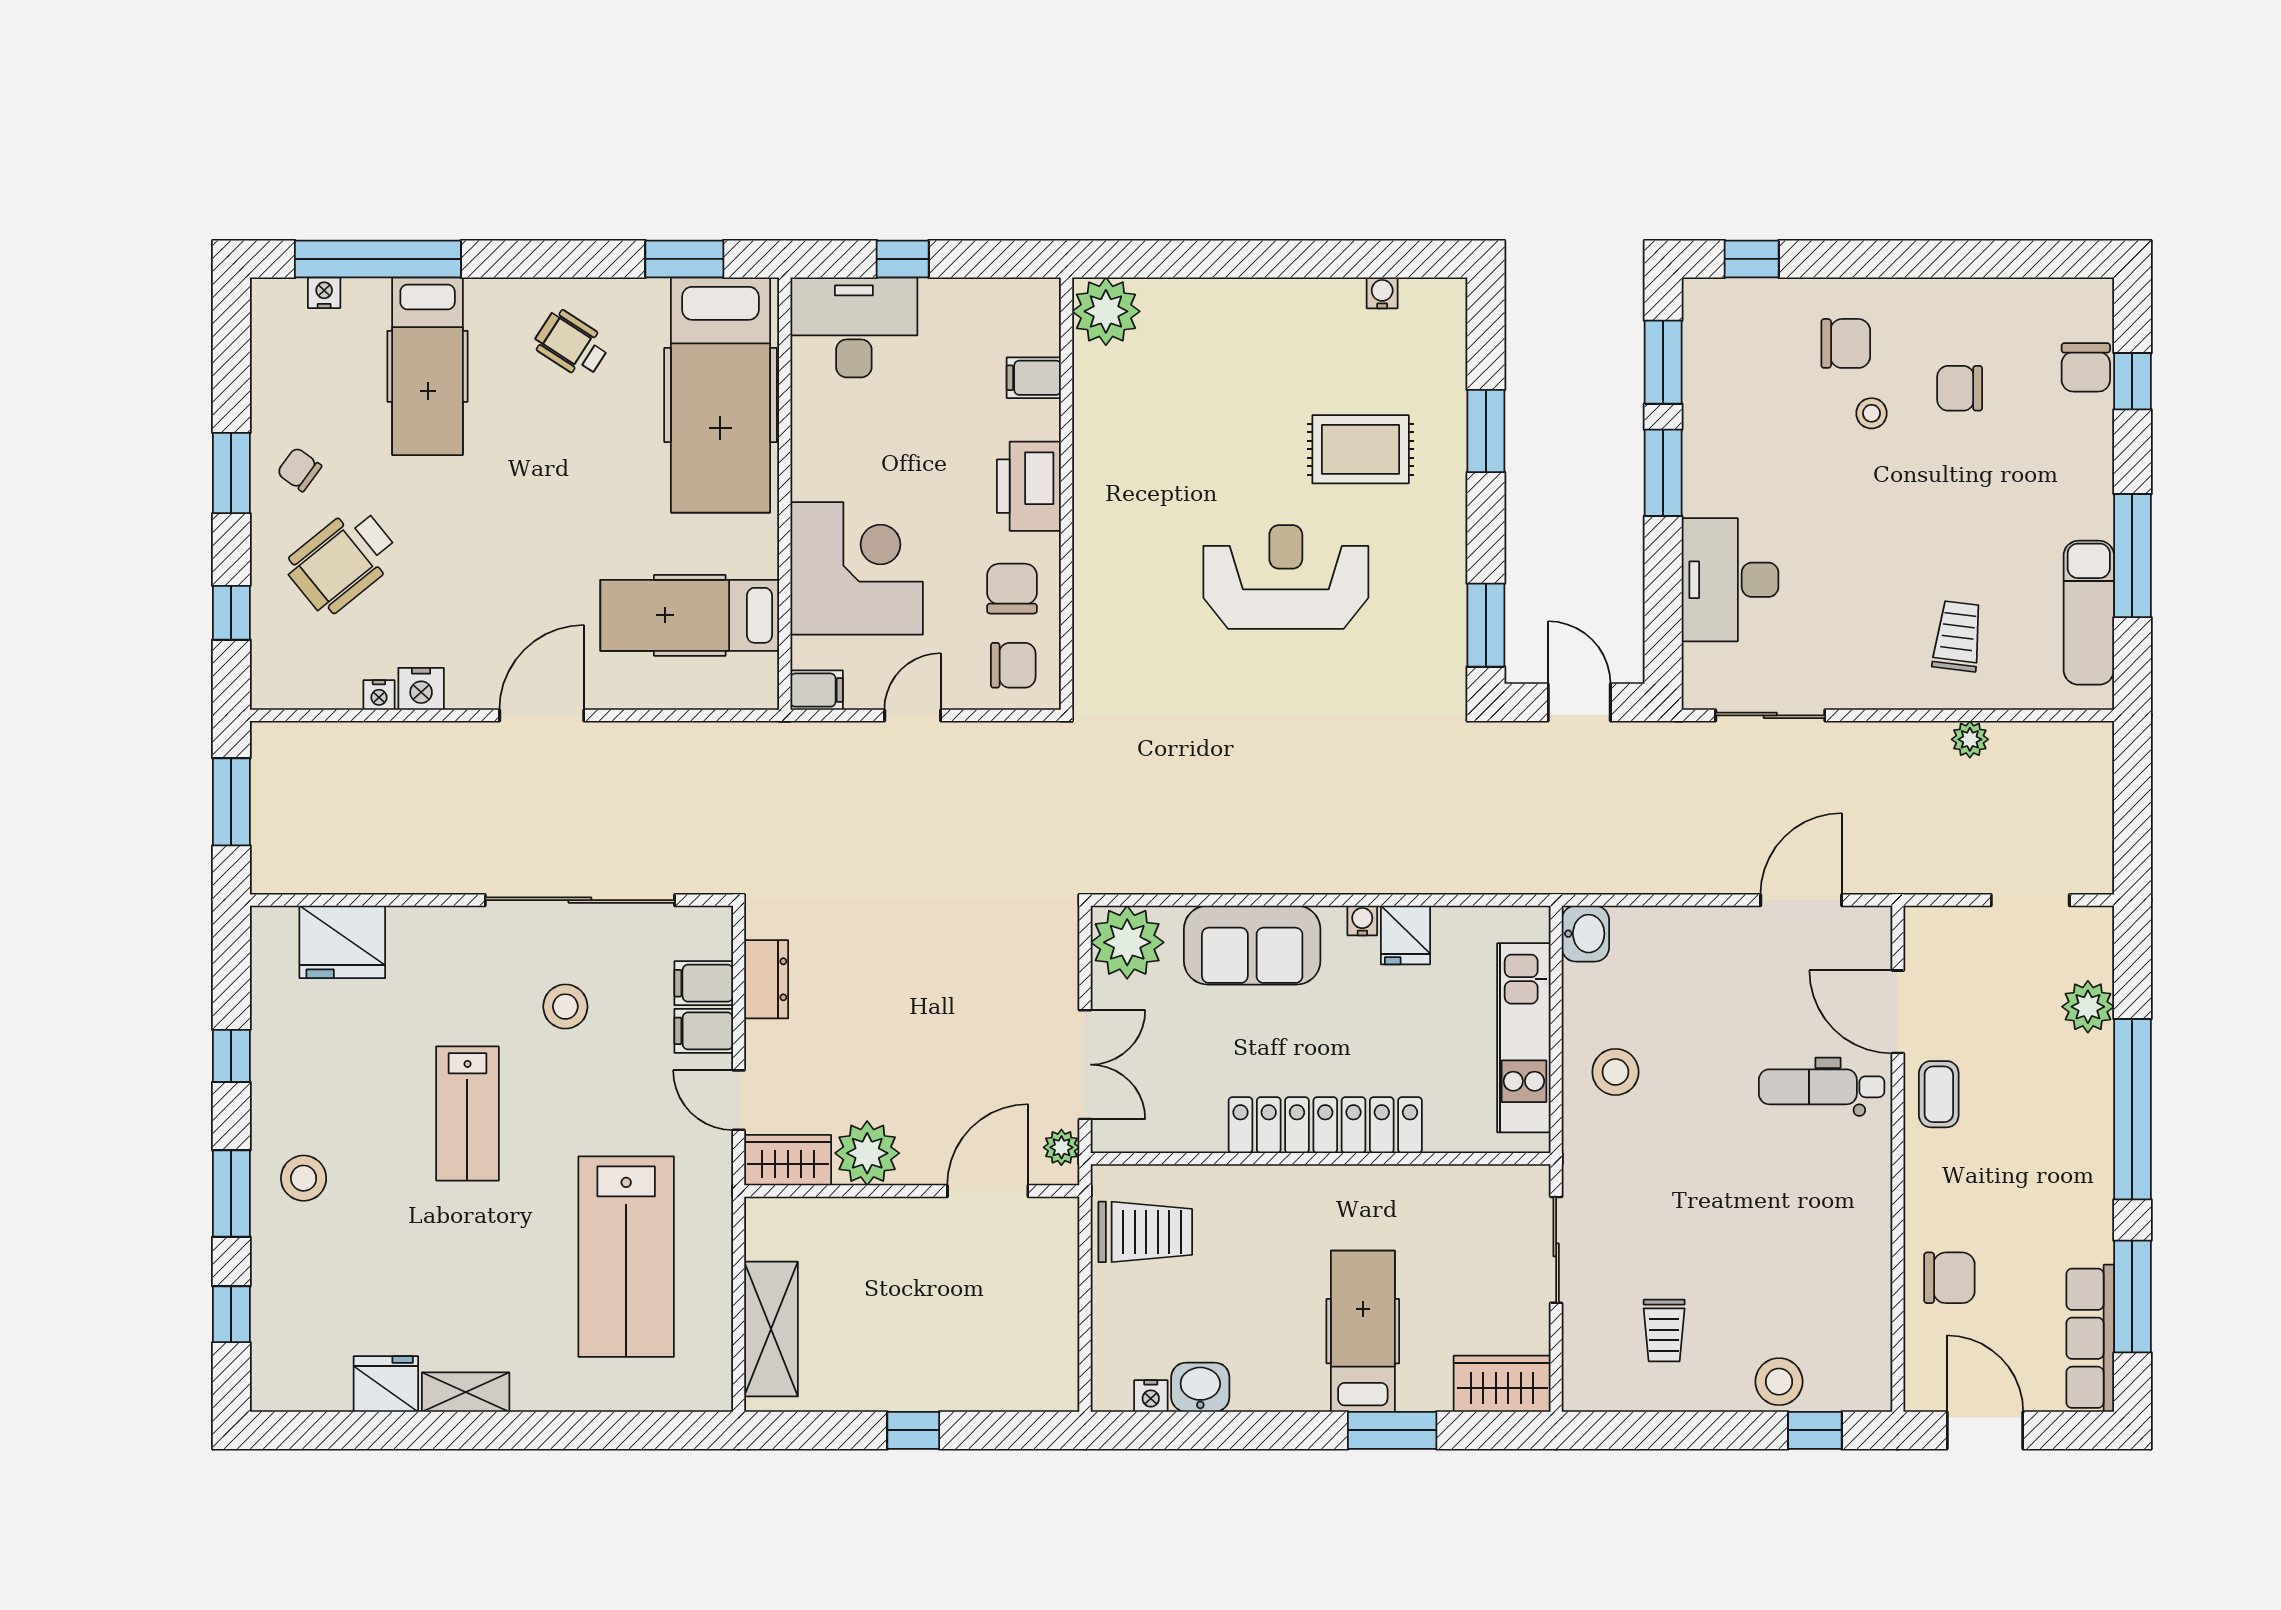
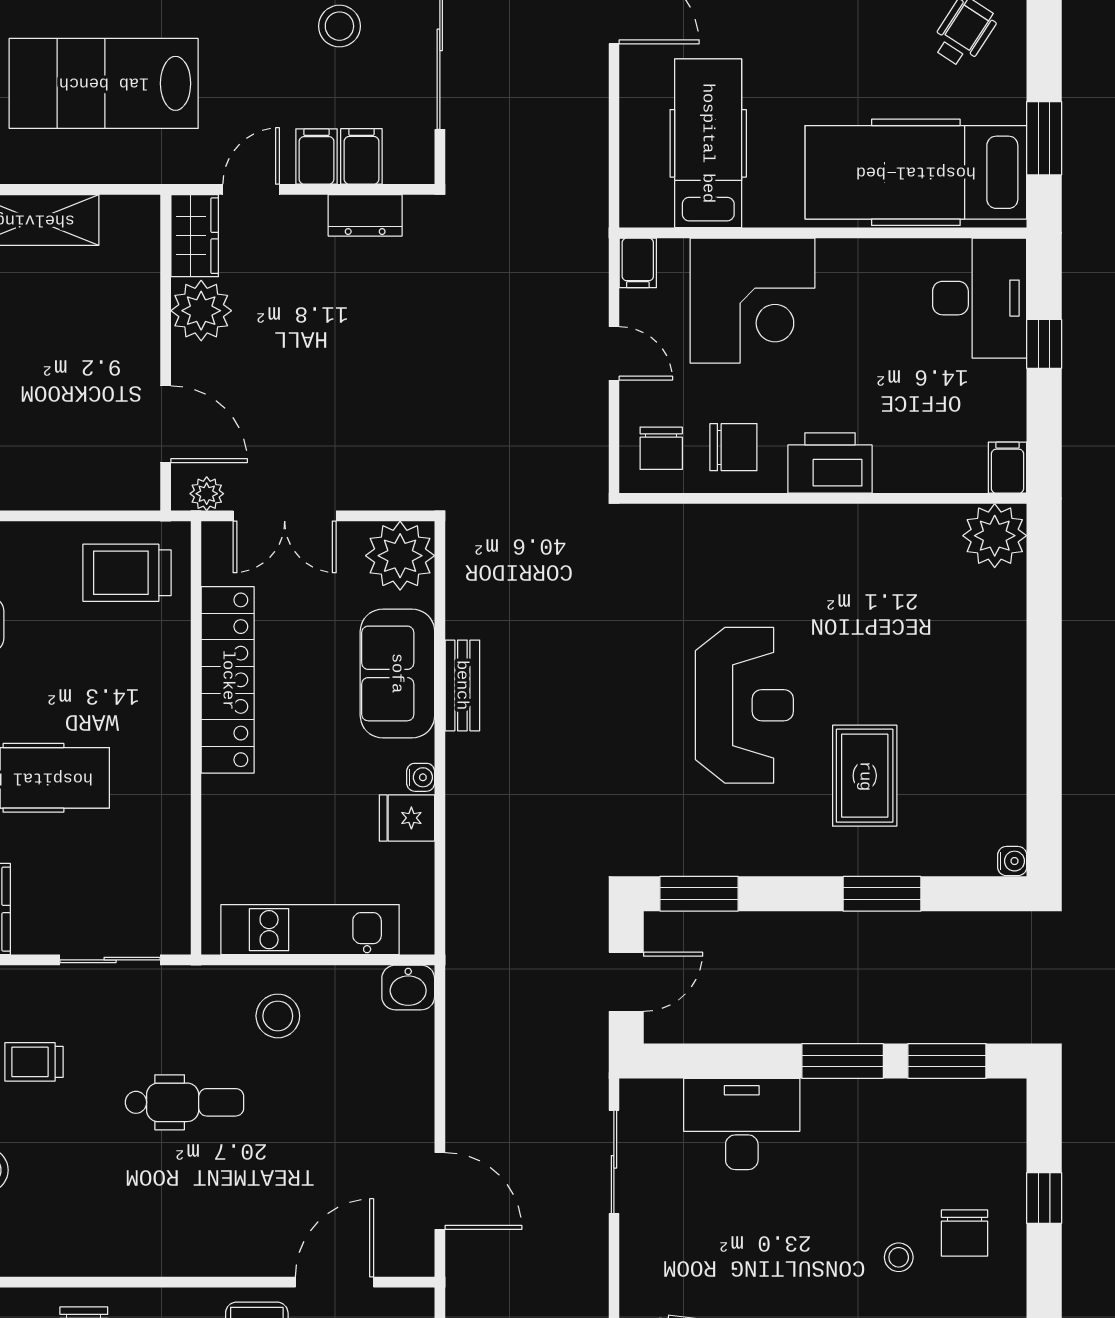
window: (1752, 259) -> (1044, 1198), moved
water cooler: (1382, 293) -> (1012, 861), moved
filing cabinet: (1034, 378) -> (1008, 468), moved
bench: (1265, 876) -> (462, 685), added
dental chair: (1822, 1087) -> (184, 1102), moved, turned 90
locker: (1325, 1125) -> (228, 680), moved
trolley: (1145, 1232) -> (127, 573), turned 90

